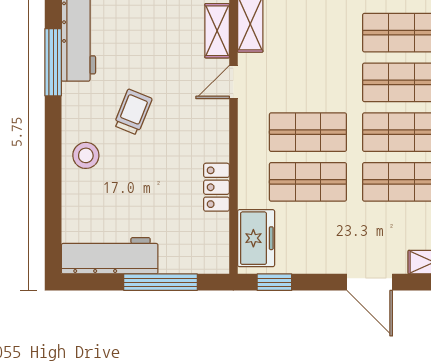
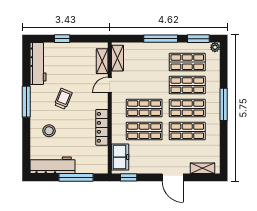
window: (53, 62) -> (26, 102), moved
stool: (86, 155) -> (49, 131), moved
locker: (216, 187) -> (102, 127), width x1.53

